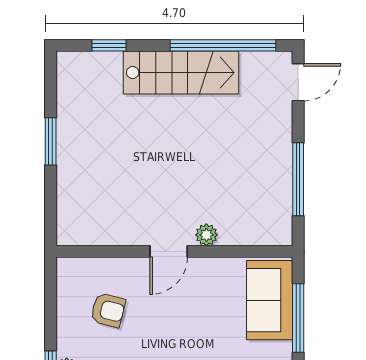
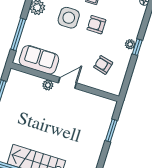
window: (51, 141) -> (111, 130), moved
sofa: (270, 300) -> (39, 60), moved, turned -90

